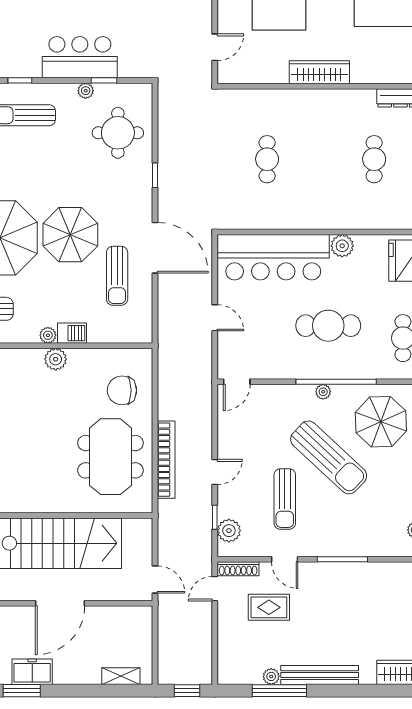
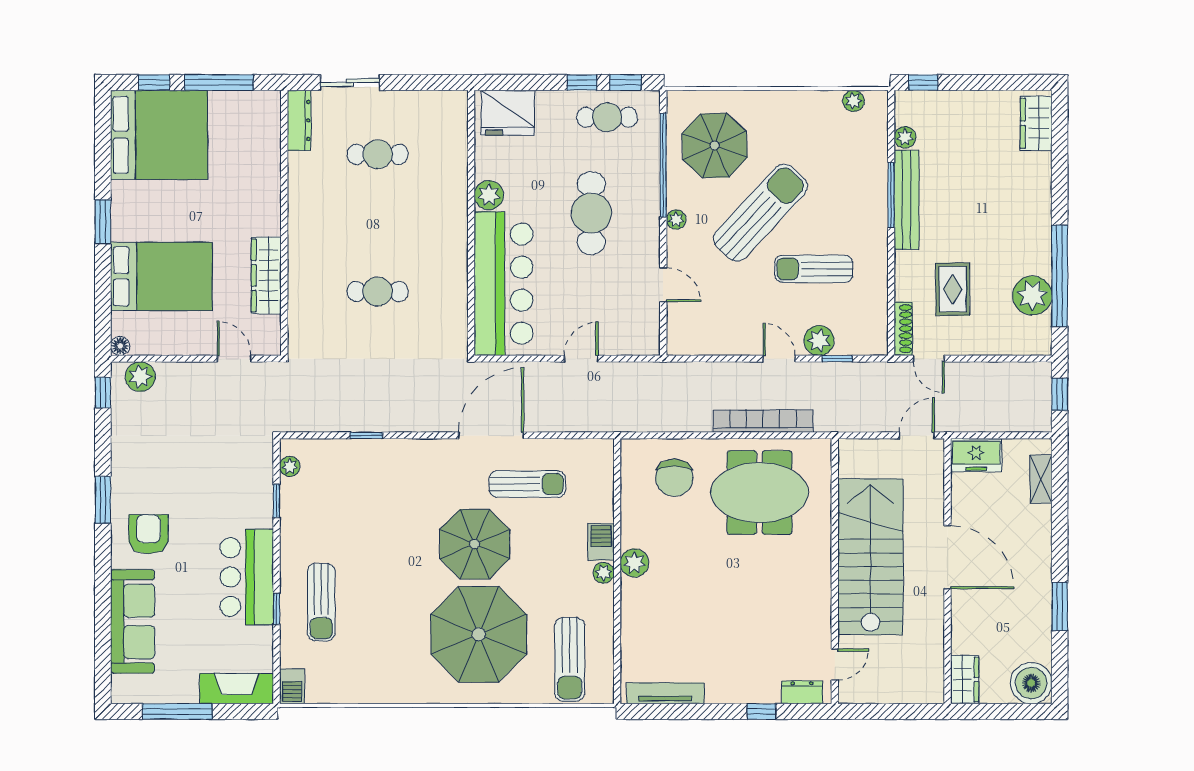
bar counter: (80, 57) -> (247, 577), moved
wardrobe: (319, 72) -> (266, 275), moved
plant: (86, 91) -> (290, 466), moved
round table: (118, 133) -> (344, 483), removed
window: (155, 175) -> (366, 435), moved
door: (237, 382) -> (663, 285), moved
window: (336, 382) -> (663, 165), moved
sun lounger: (285, 499) -> (814, 269), turned 180
plant: (229, 531) -> (819, 340), moved
door: (285, 559) -> (891, 269), removed
plant: (387, 570) -> (905, 137), added
freezer: (32, 672) -> (976, 455), moved, turned -90
bench: (320, 675) -> (907, 200), moved
plant: (271, 676) -> (1032, 295), width x1.88, depth x1.88
window: (279, 691) -> (1060, 276), width x1.46

